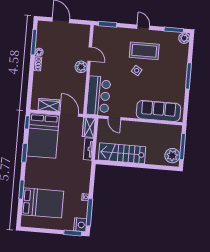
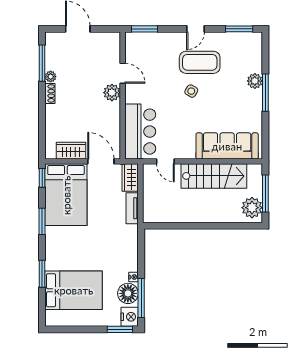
door: (143, 27) -> (196, 29), swing flipped
plant: (184, 38) -> (255, 81), moved
stairs: (122, 153) -> (214, 176), moved, turned 180
floor lamp: (80, 208) -> (128, 293), added

